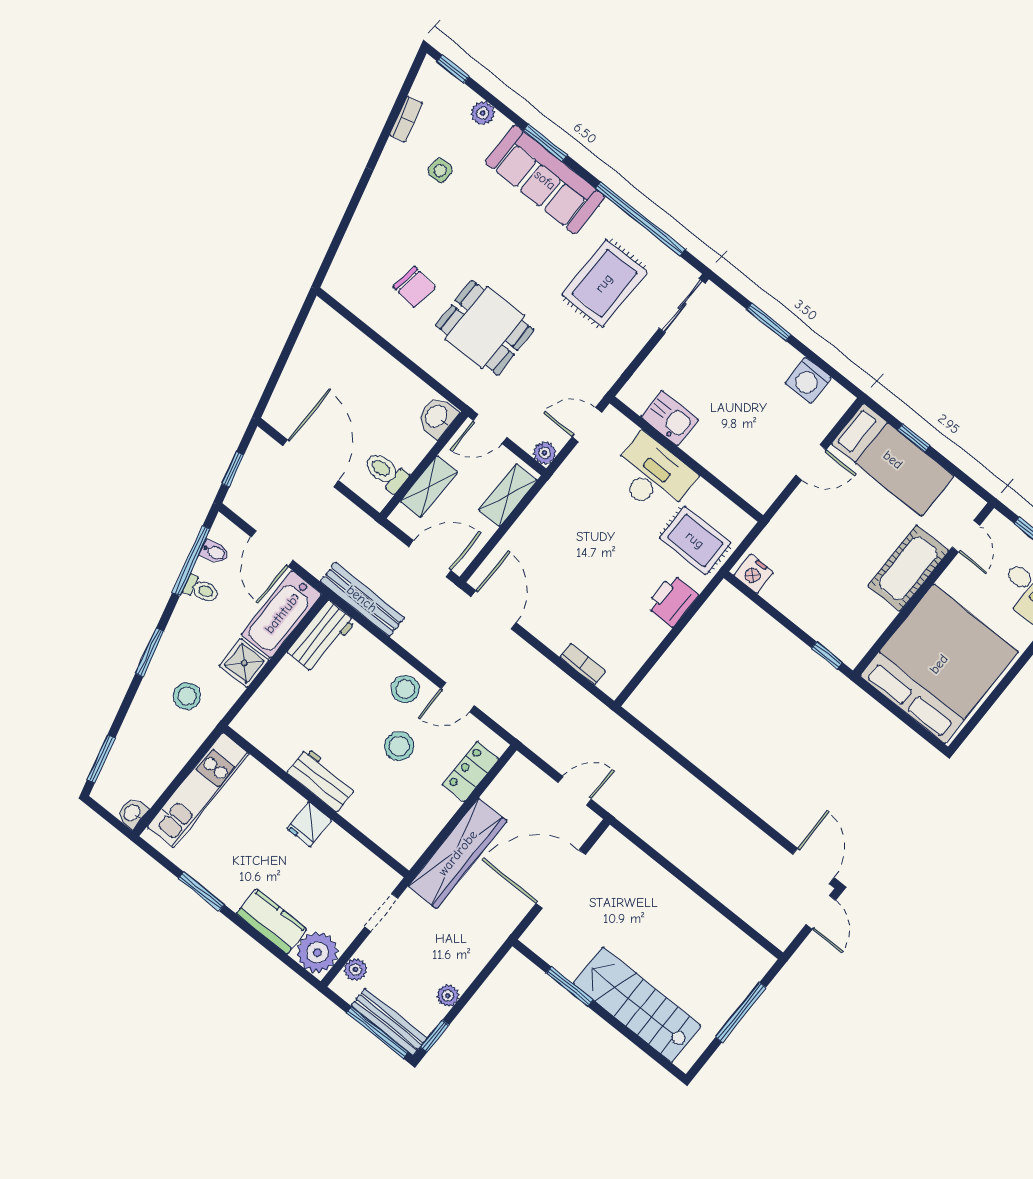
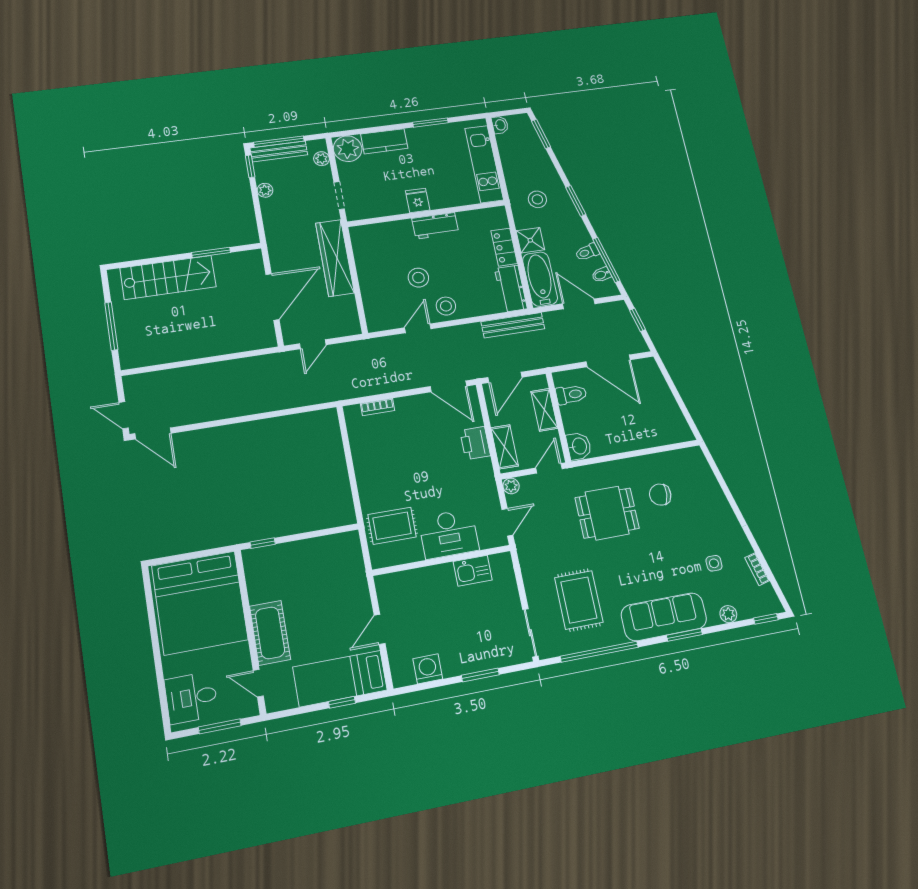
nightstand: (754, 574) -> (345, 542), removed
printer: (672, 601) -> (475, 443), moved, turned 180
locker: (471, 772) -> (504, 247), moved, turned 180

